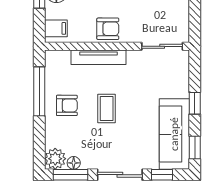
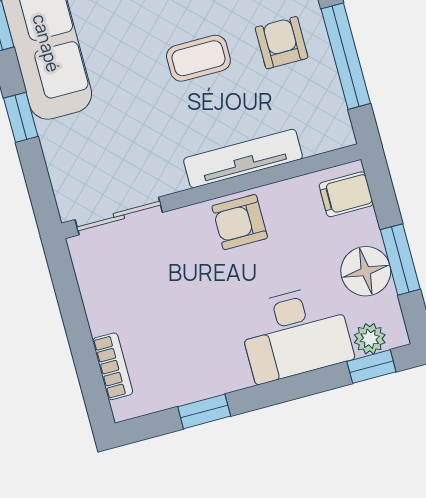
armchair: (67, 105) -> (282, 43), turned 90
coffee table: (107, 108) -> (198, 58), turned 90

